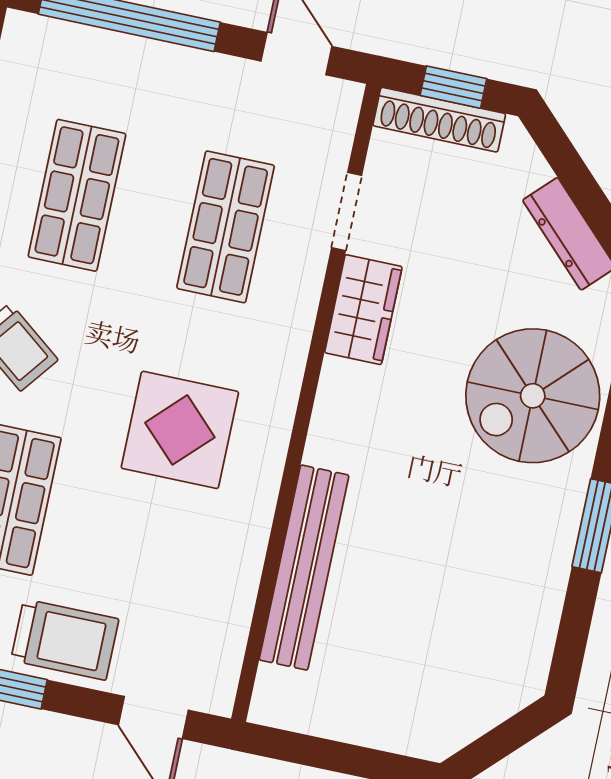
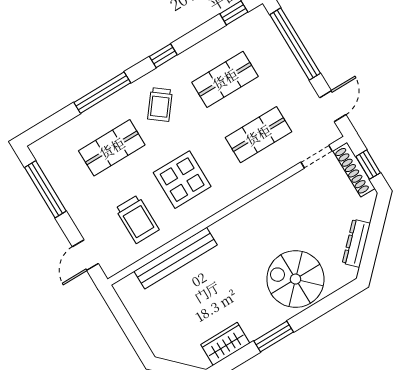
doorway: (347, 212) -> (317, 157), moved
wardrobe: (363, 310) -> (225, 344), moved, turned 180
trolley: (65, 640) -> (137, 219), moved

